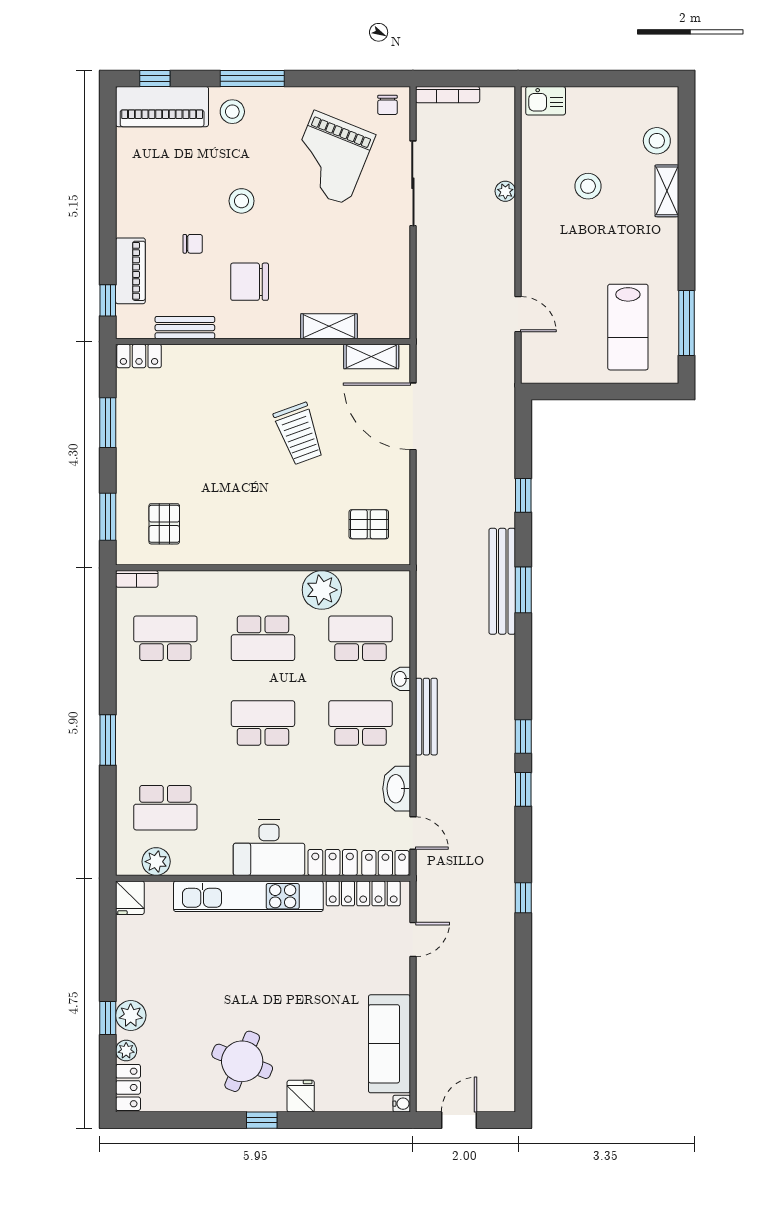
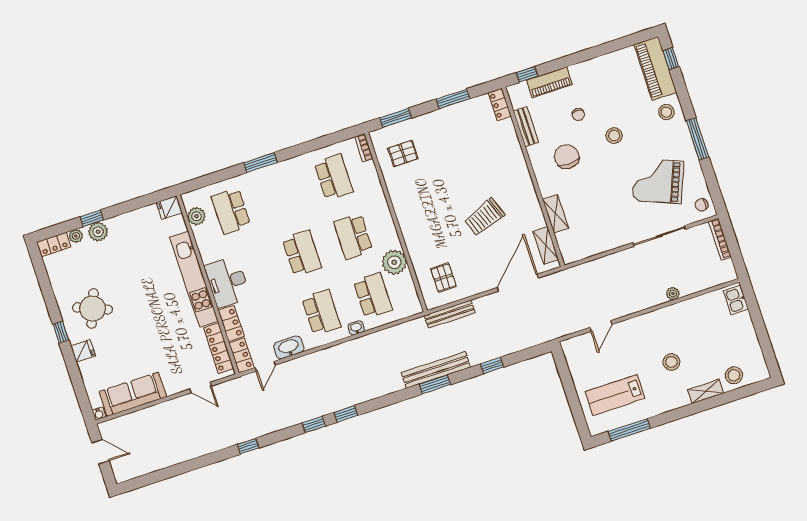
window: (252, 79) -> (697, 139), moved
stool: (588, 186) -> (671, 362), moved
bench: (426, 717) -> (450, 314), moved

